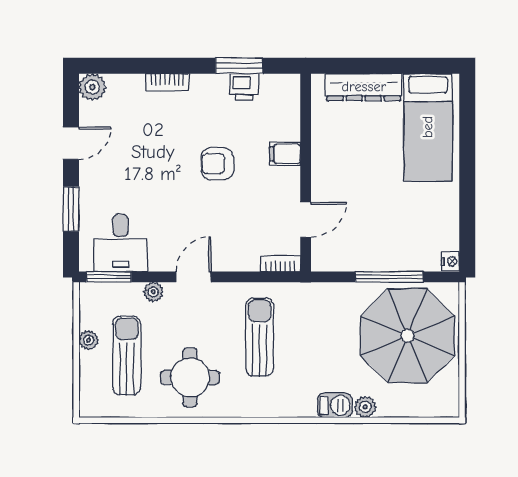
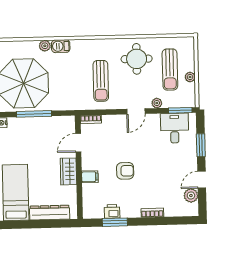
plant: (92, 87) -> (191, 196), moved
wardrobe: (326, 165) -> (68, 171), added

